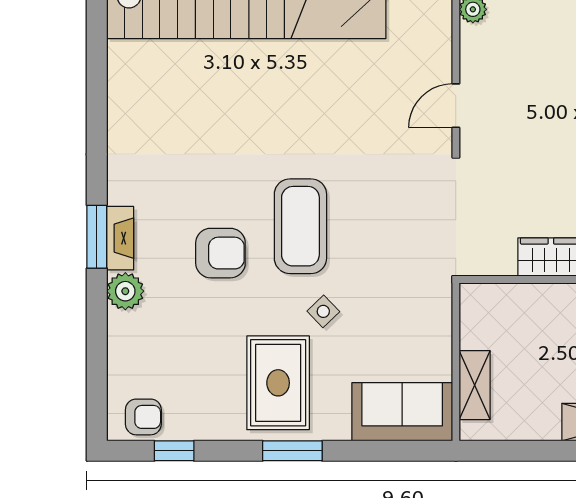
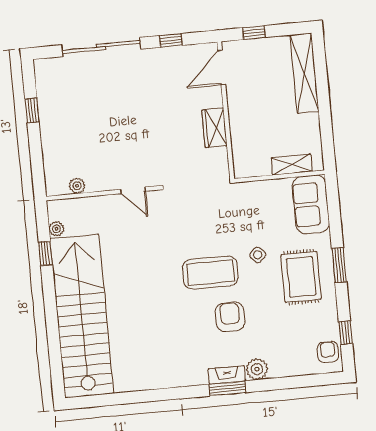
rug: (278, 383) -> (301, 277), turned 90

